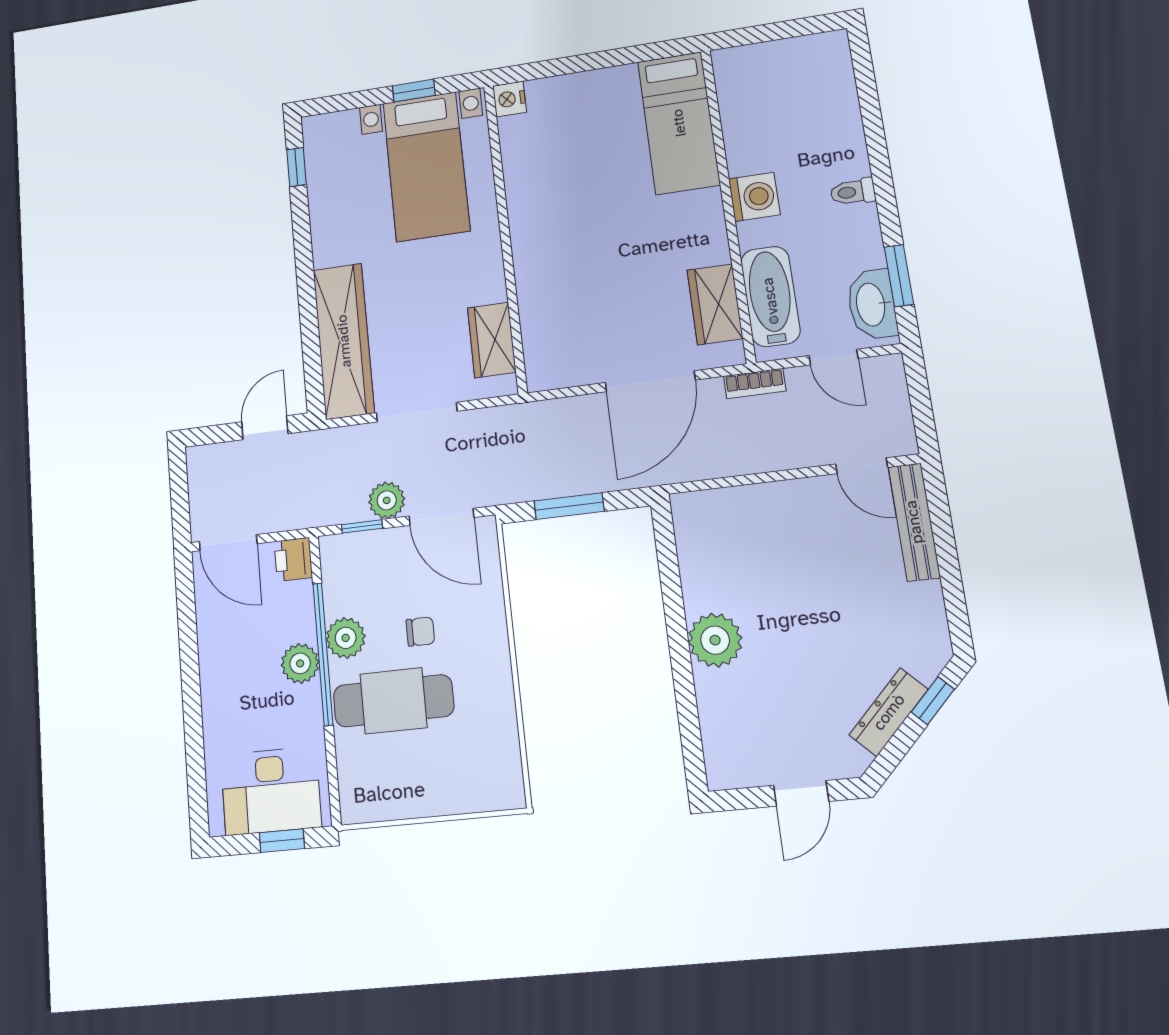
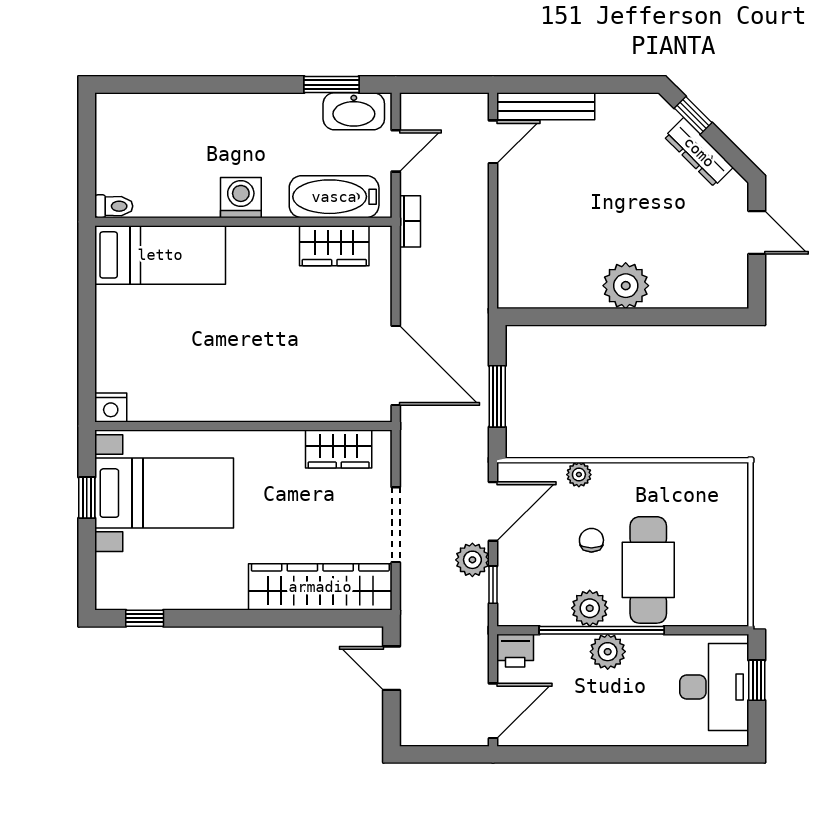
toilet: (853, 192) -> (114, 206), moved, turned -90
door: (650, 381) -> (396, 366), moved
plant: (492, 609) -> (579, 475), added

